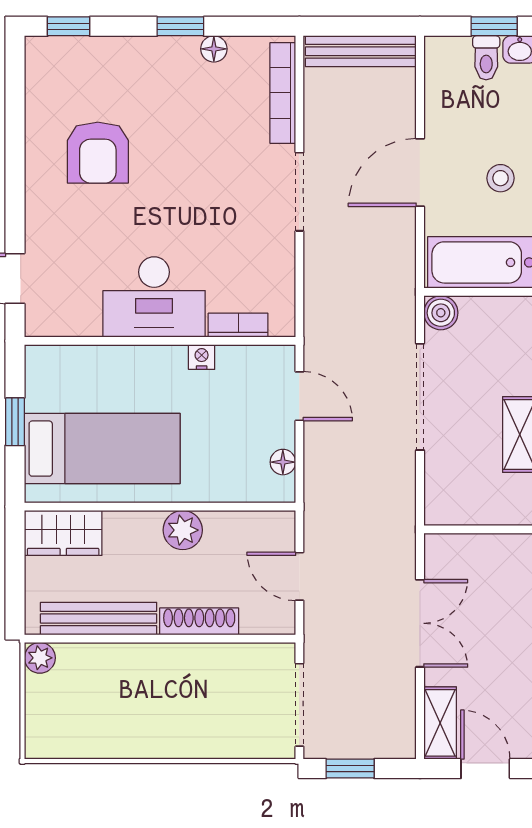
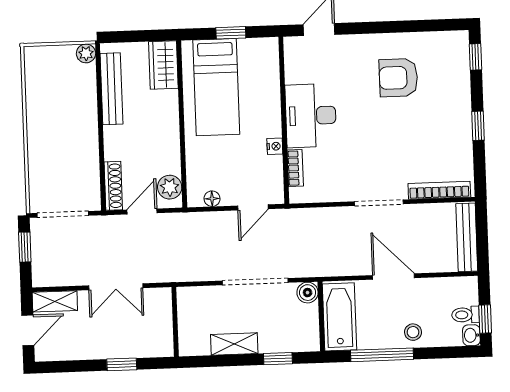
floor lamp: (214, 49) -> (465, 147), removed
stool: (501, 178) -> (413, 332), moved
plant: (183, 530) -> (170, 187), moved
shoe rack: (199, 621) -> (113, 186), moved

